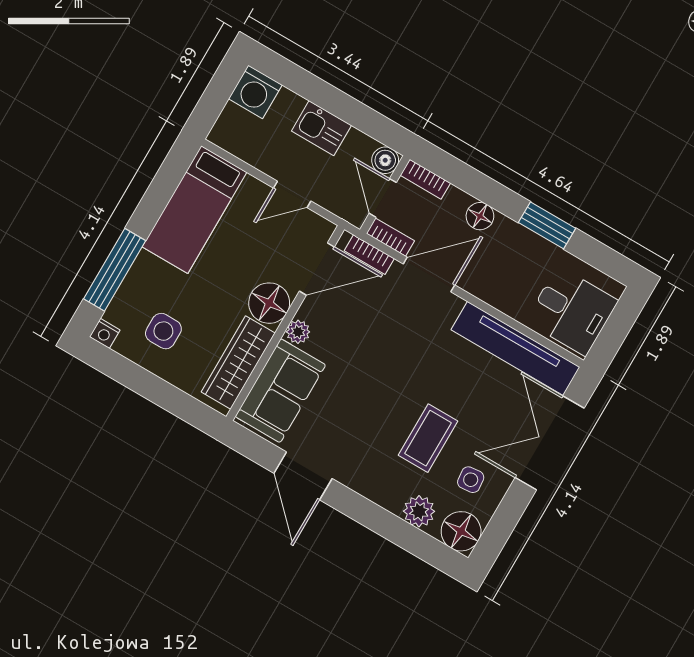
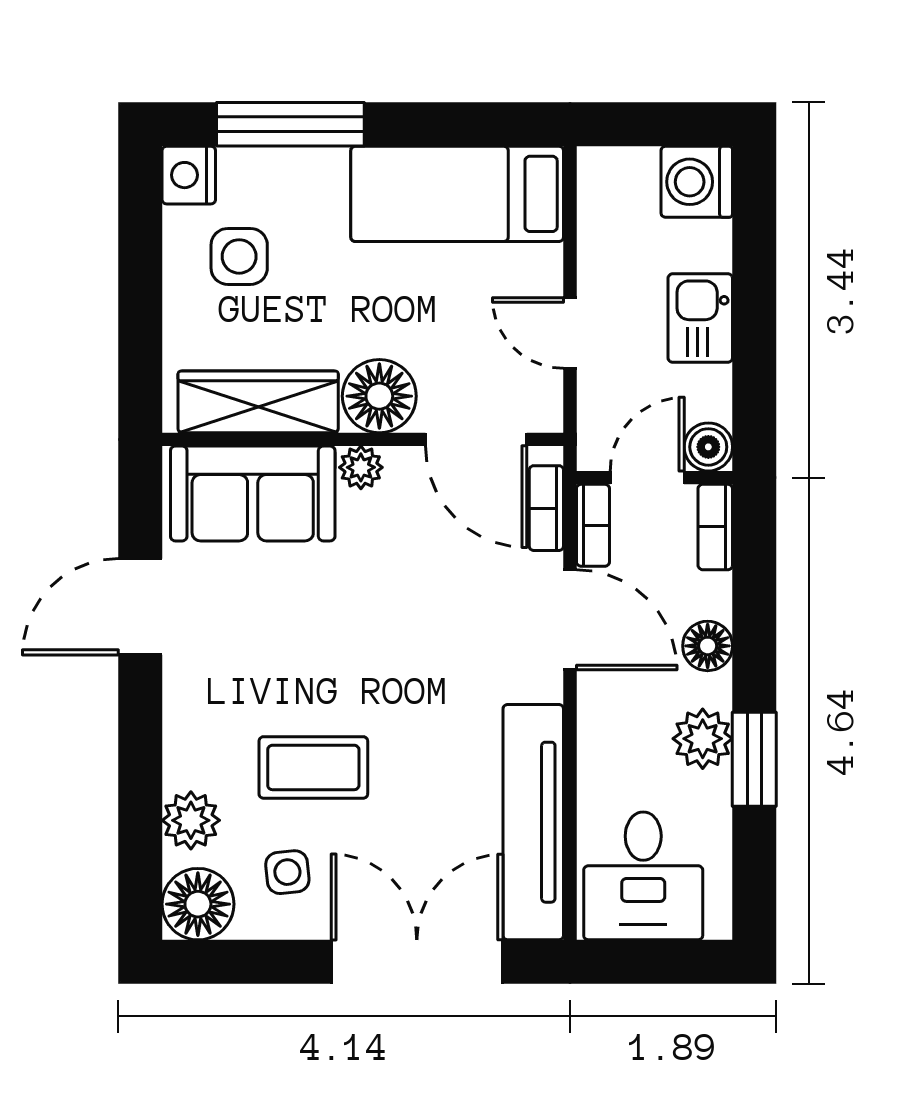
plant: (523, 244) -> (703, 739), added
nightstand: (105, 333) -> (189, 175), width x1.39, depth x1.35

